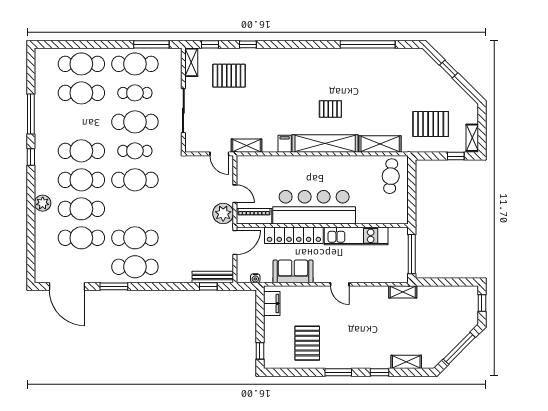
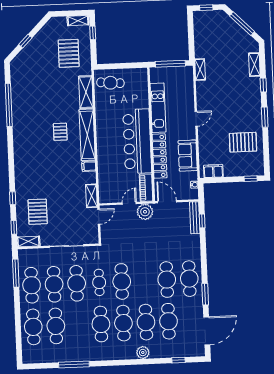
cafe table: (135, 93) -> (54, 284), width x1.37, depth x1.35
window: (31, 157) -> (178, 360), moved

